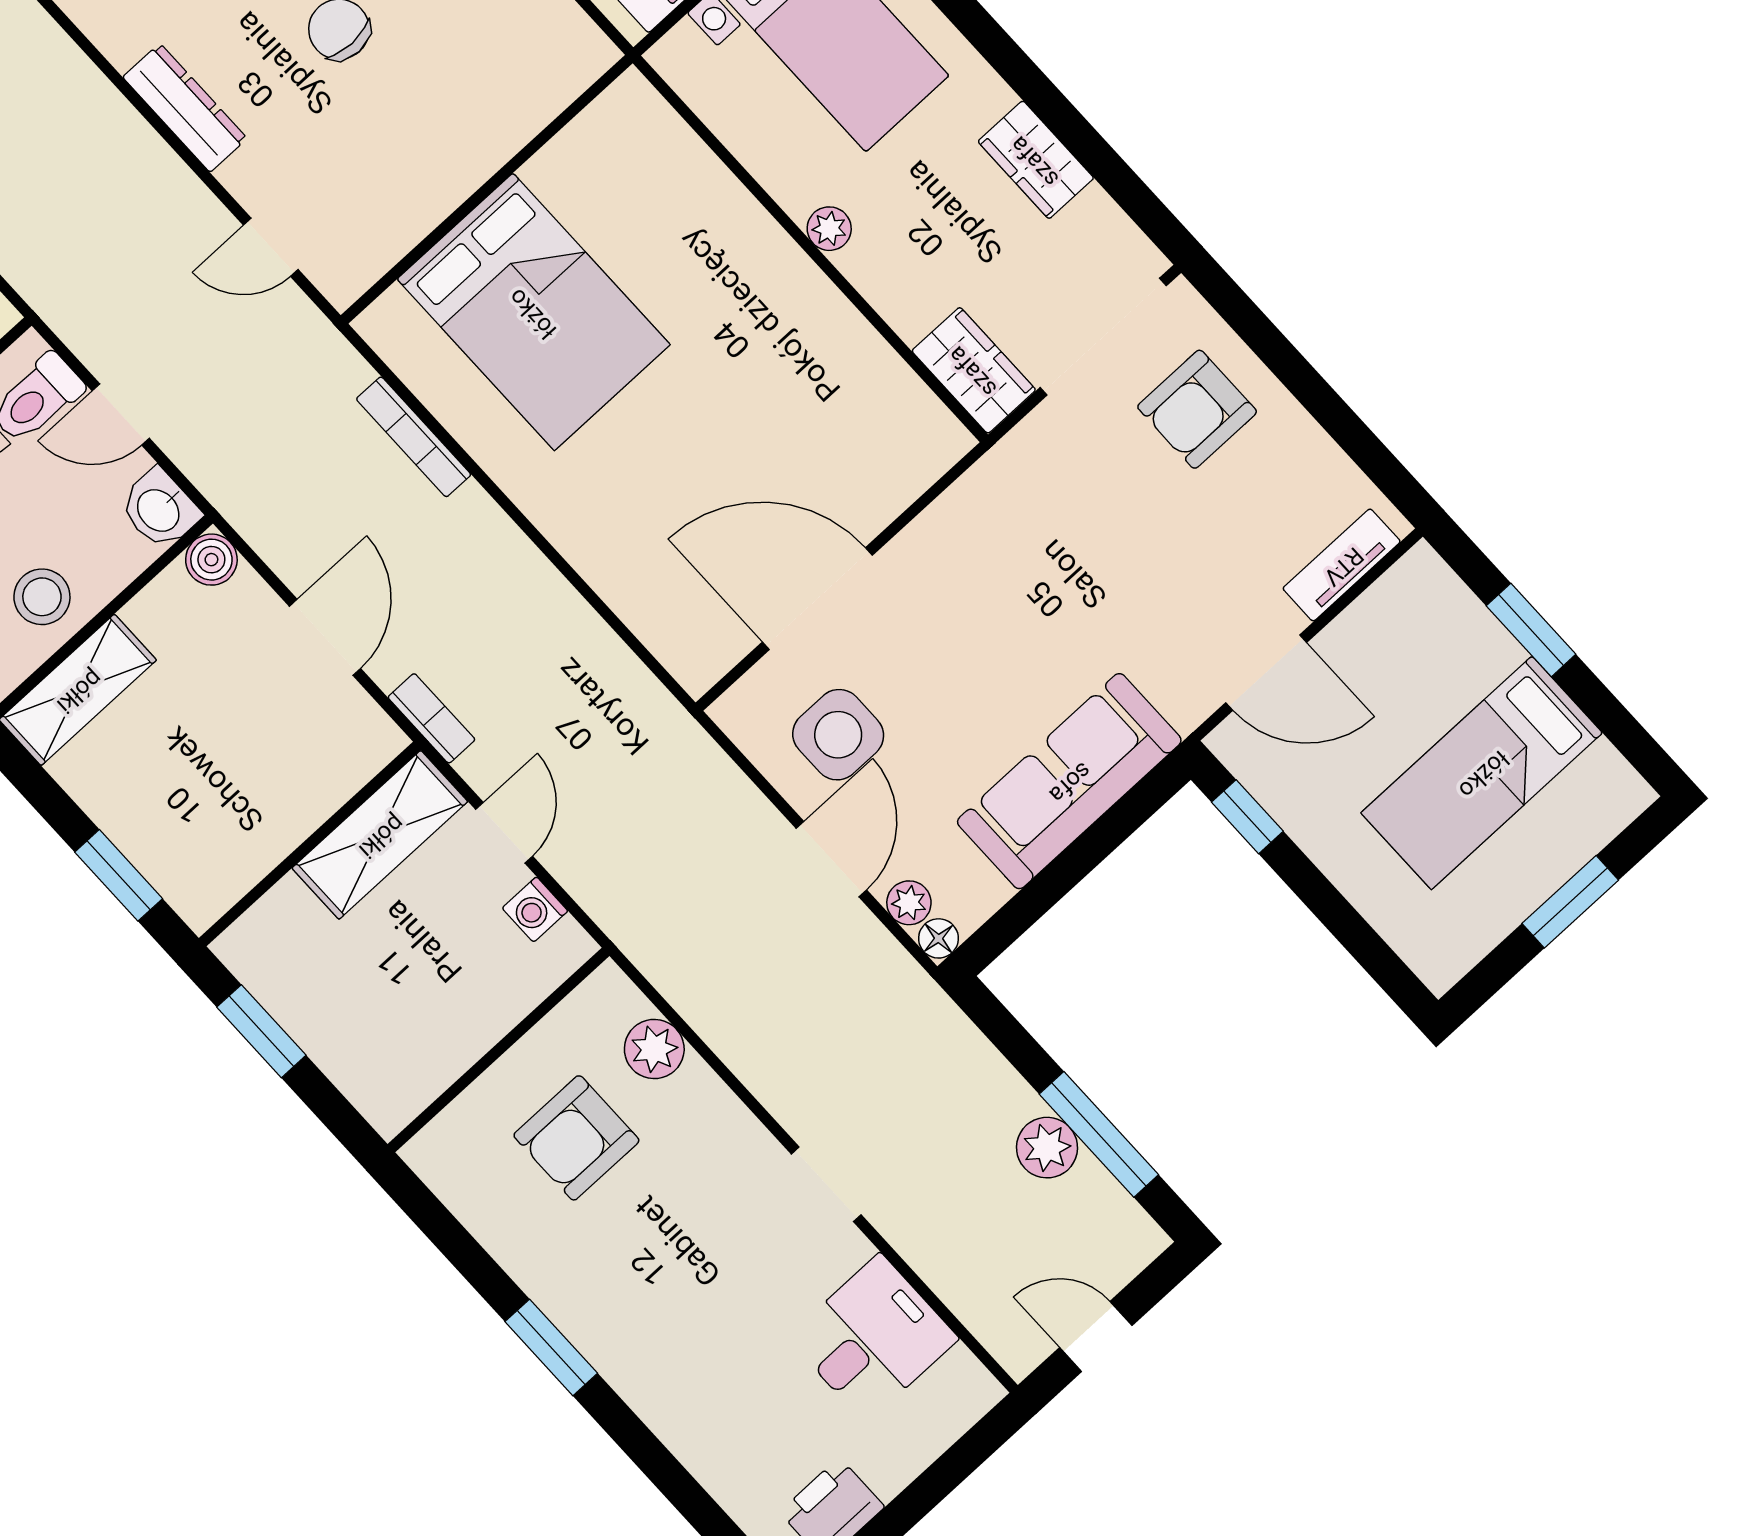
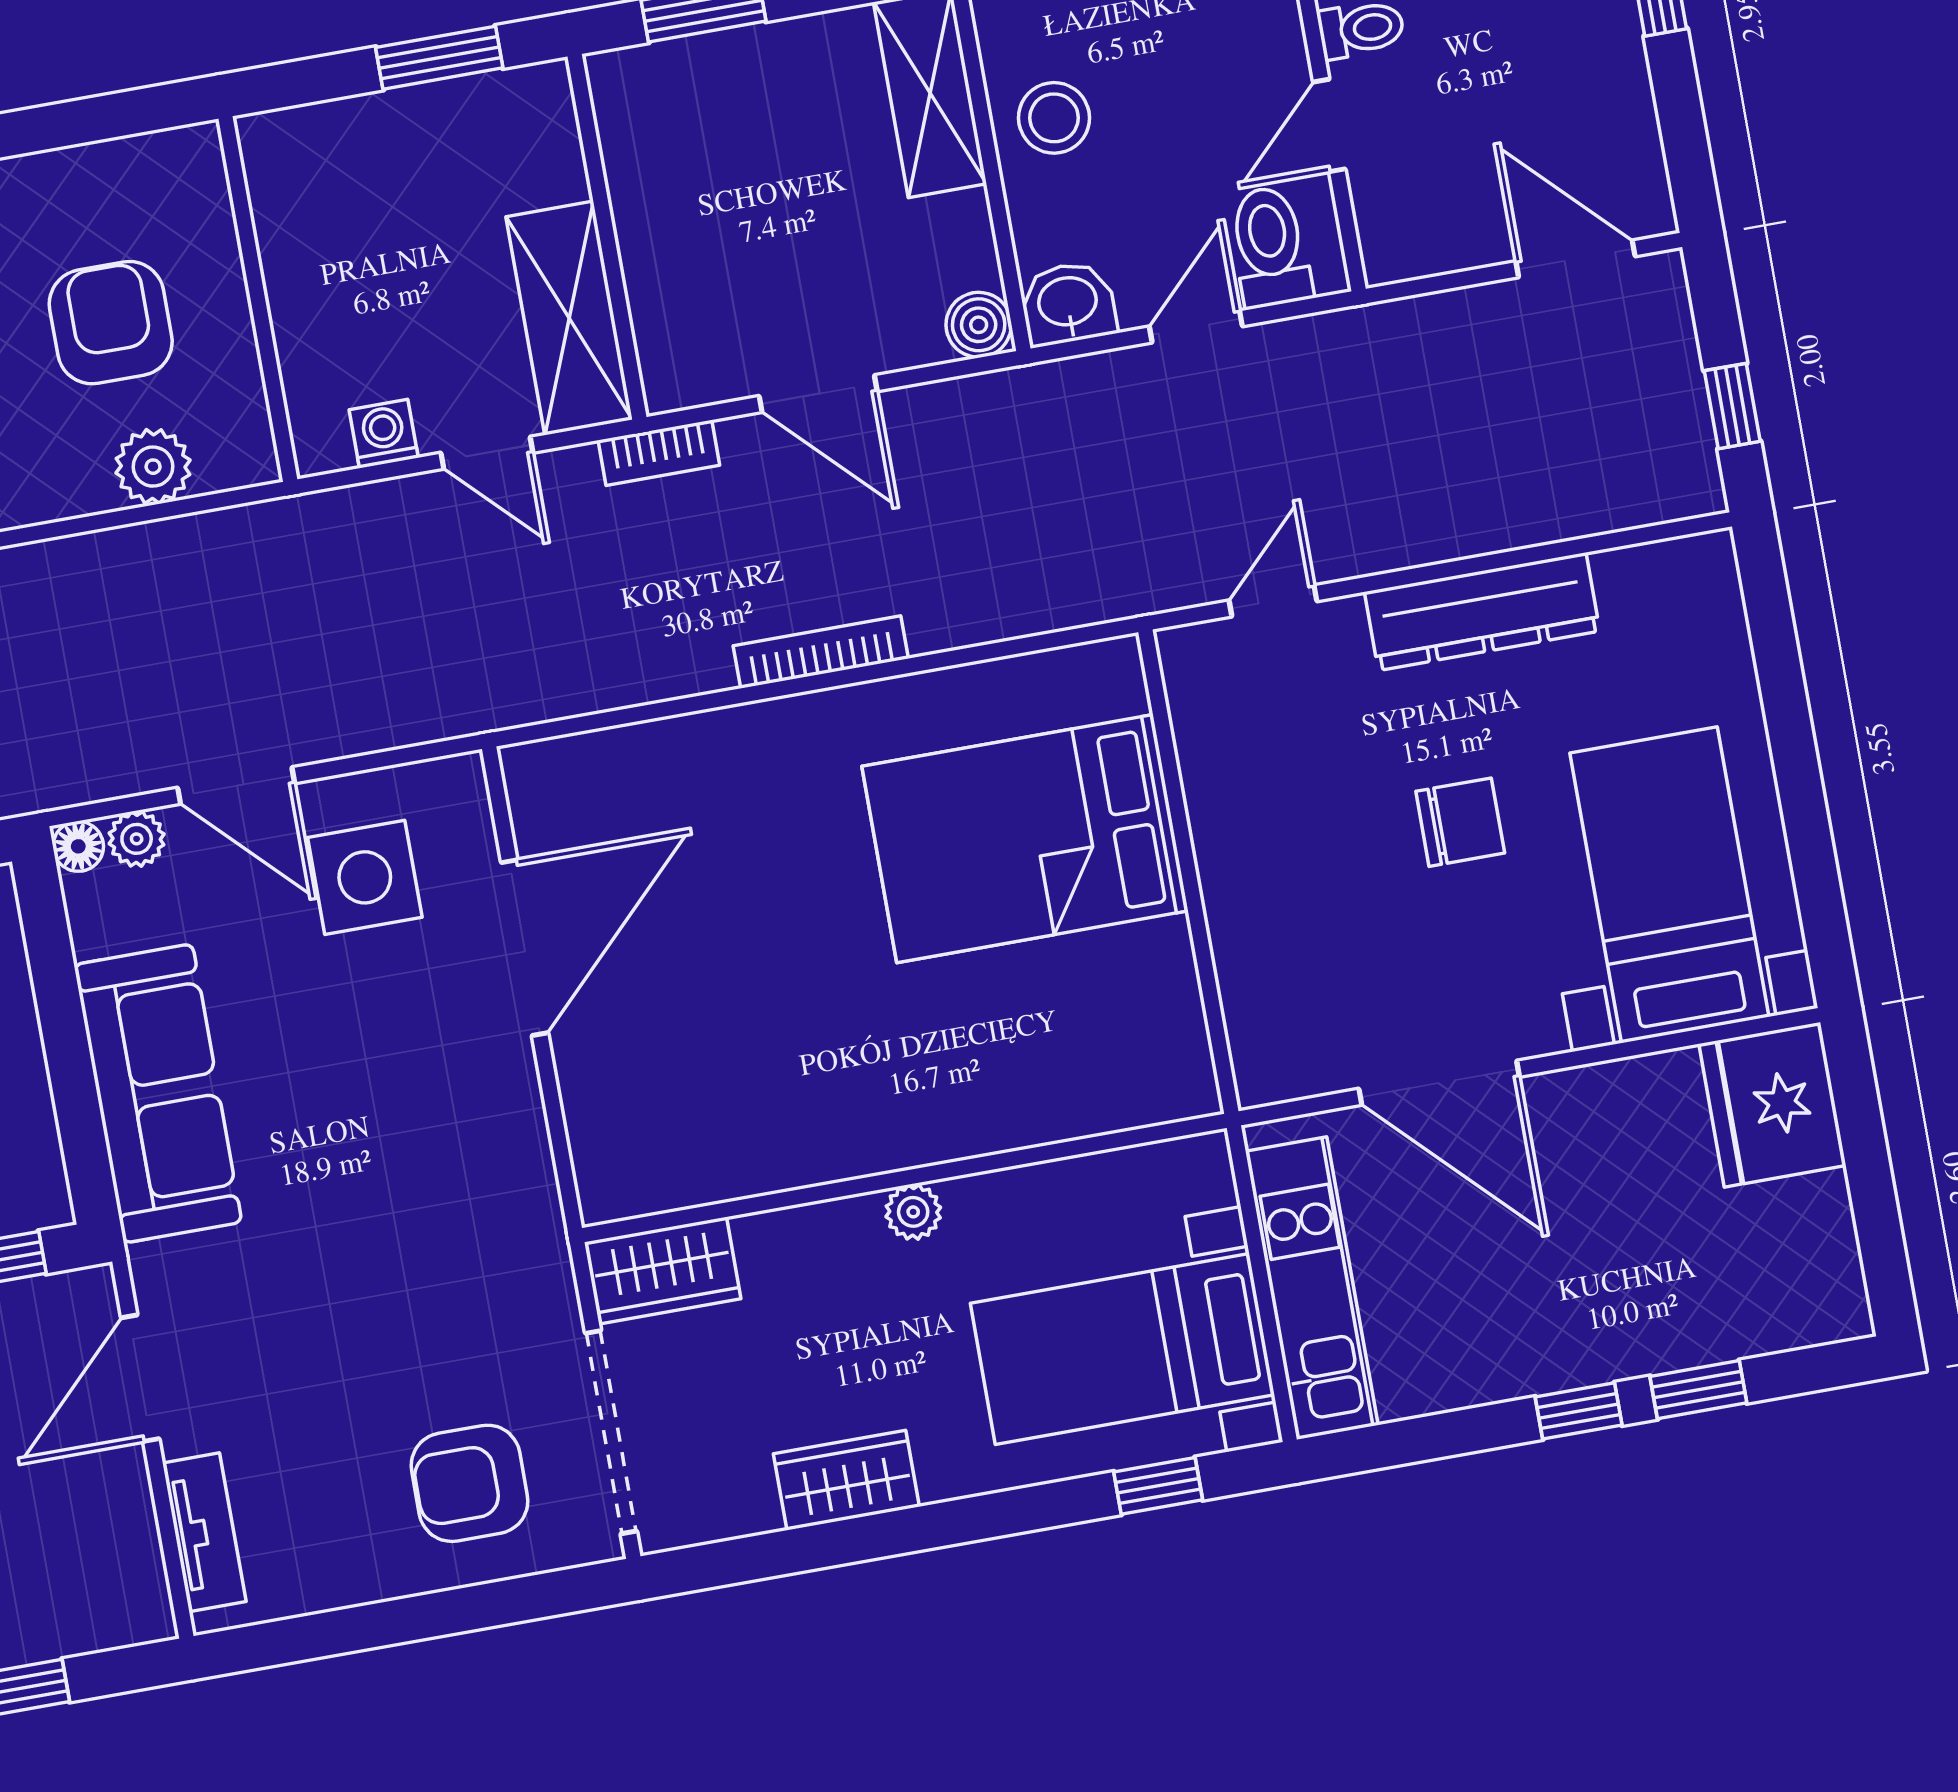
dresser: (185, 108) -> (1482, 612), width x1.37, depth x1.24
armchair: (1197, 409) -> (469, 1483), turned -90
bookcase: (414, 437) -> (821, 652), moved

